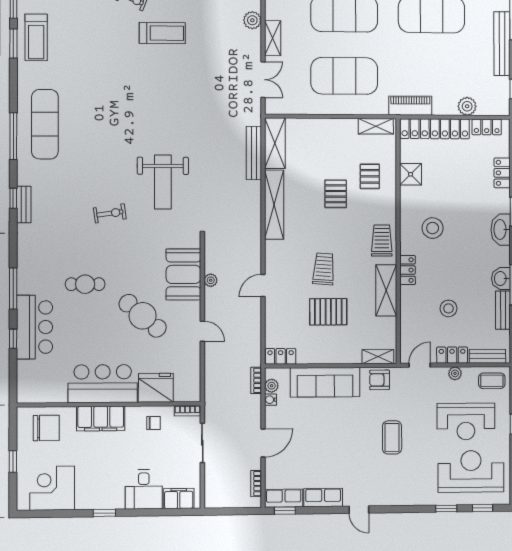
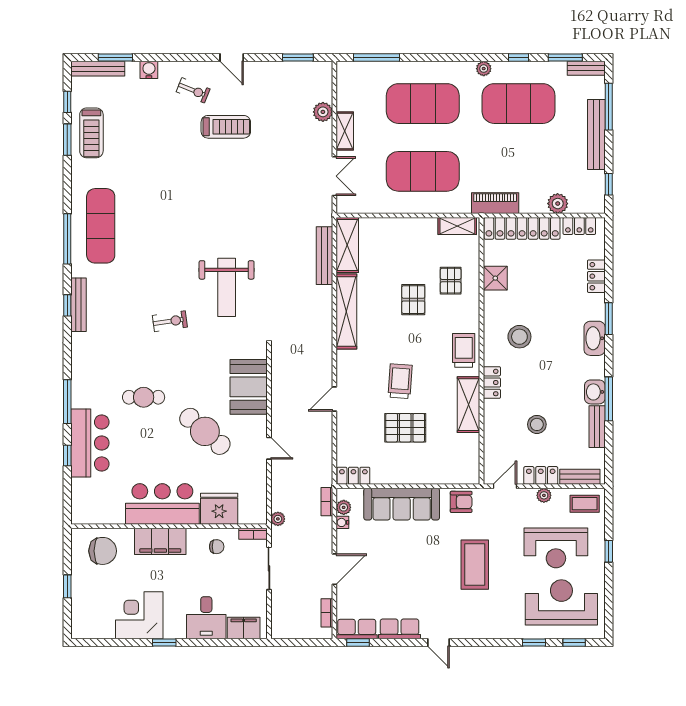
bench: (24, 205) -> (78, 305), width x1.36
plant: (211, 280) -> (278, 519), moved
shelving: (378, 357) -> (459, 477), removed
armchair: (380, 380) -> (461, 502), turned 180
coffee table: (392, 437) -> (475, 565), width x1.36, depth x1.32
corner desk: (52, 488) -> (139, 615), moved

